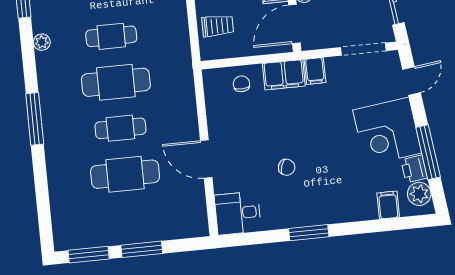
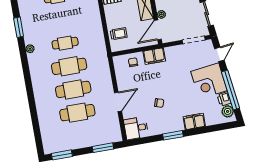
filing cabinet: (315, 71) -> (170, 53), removed
window: (35, 119) -> (29, 88), removed
cafe table: (120, 128) -> (73, 89), width x1.37, depth x1.35
window: (428, 152) -> (231, 90), width x1.46
door: (206, 159) -> (118, 102), swing flipped
filing cabinet: (388, 205) -> (194, 121), moved, width x2.00
window: (142, 249) -> (103, 148), moved

